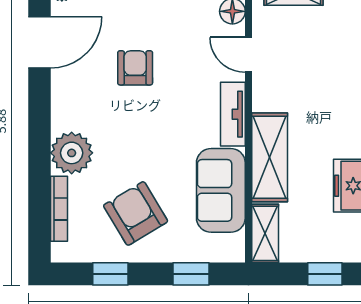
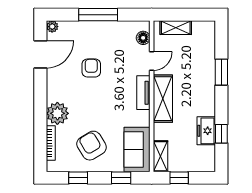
door: (248, 55) -> (152, 61), swing flipped
shelving: (270, 157) -> (163, 99), moved
sofa: (221, 190) -> (137, 149), moved
window: (325, 274) -> (179, 178), moved

